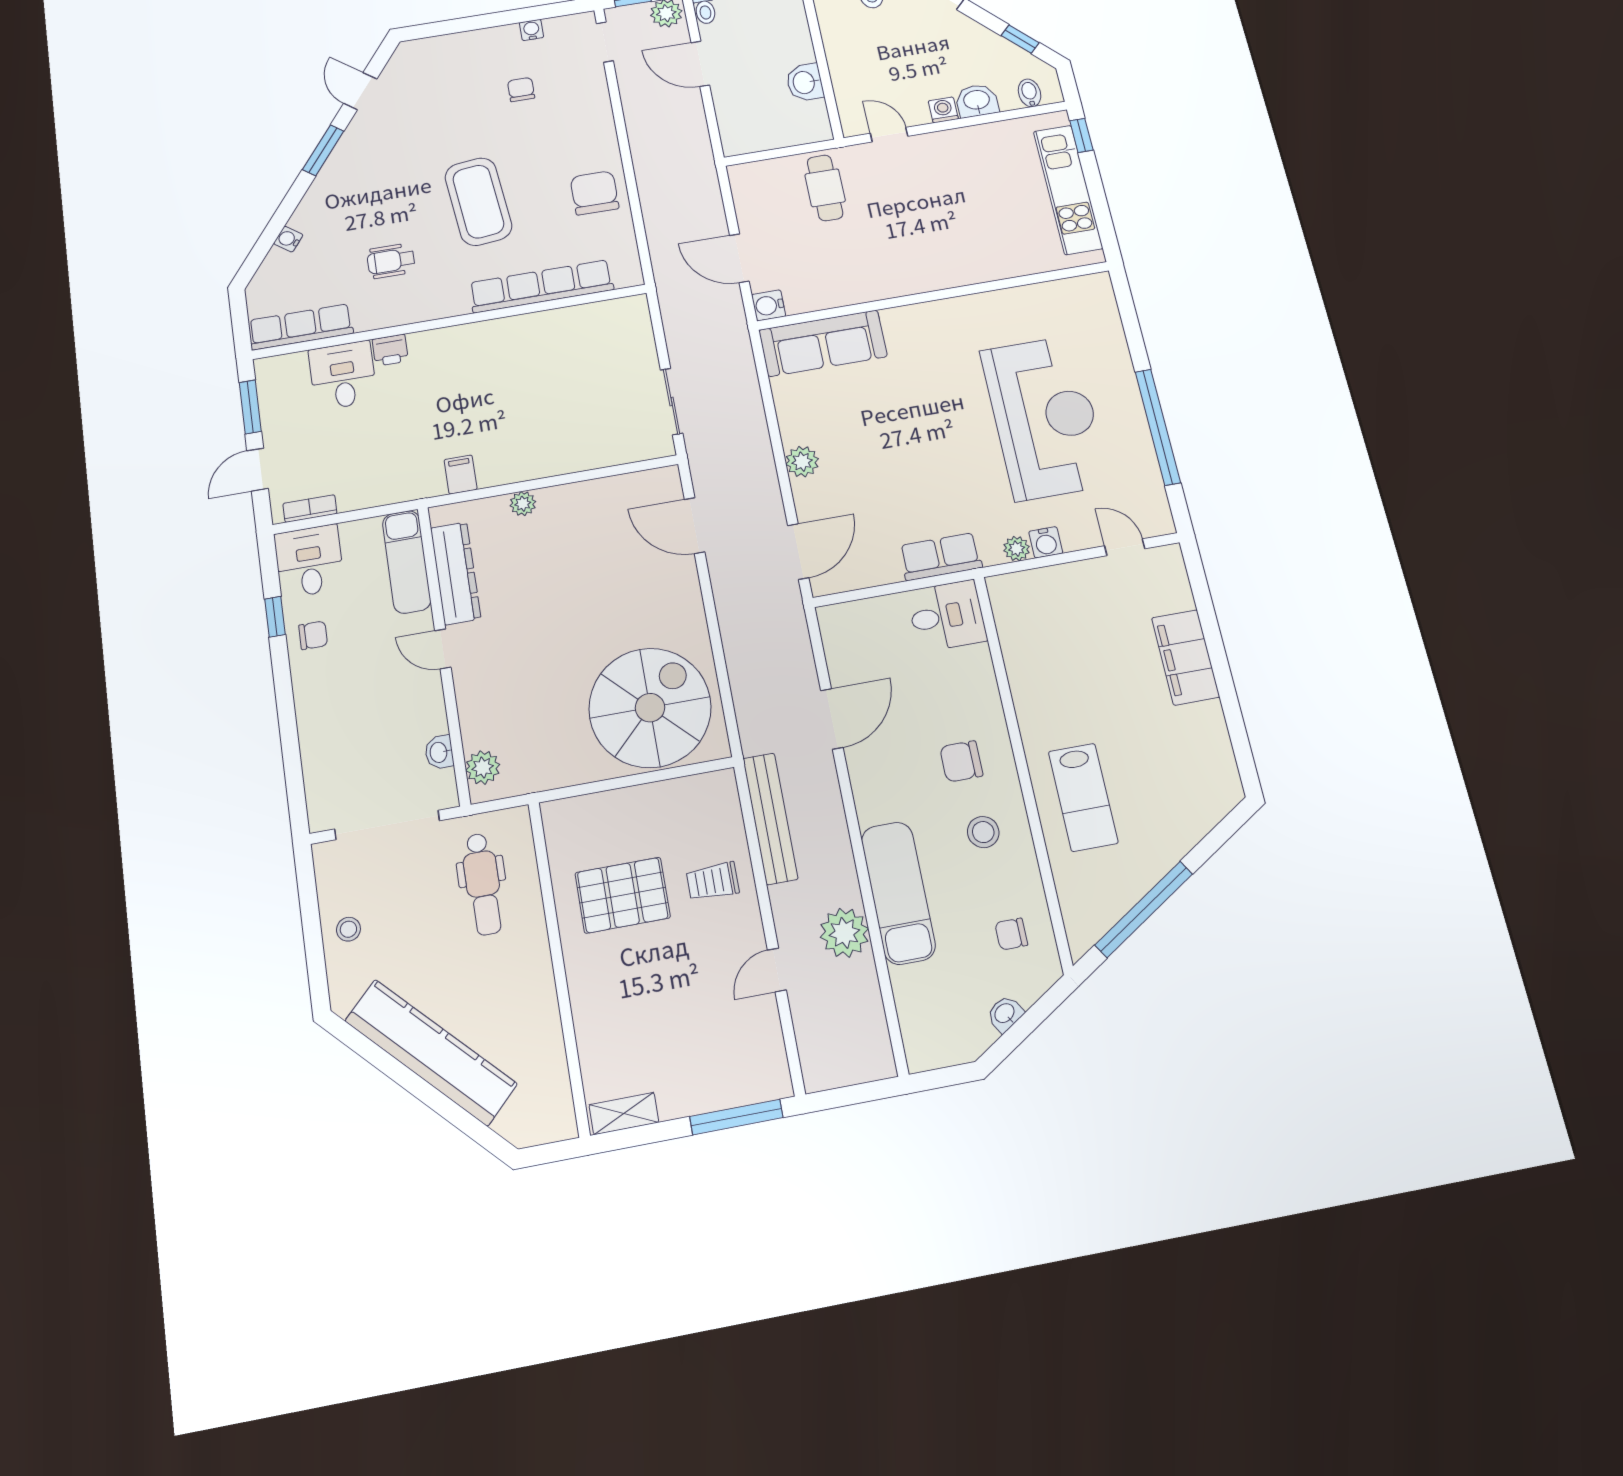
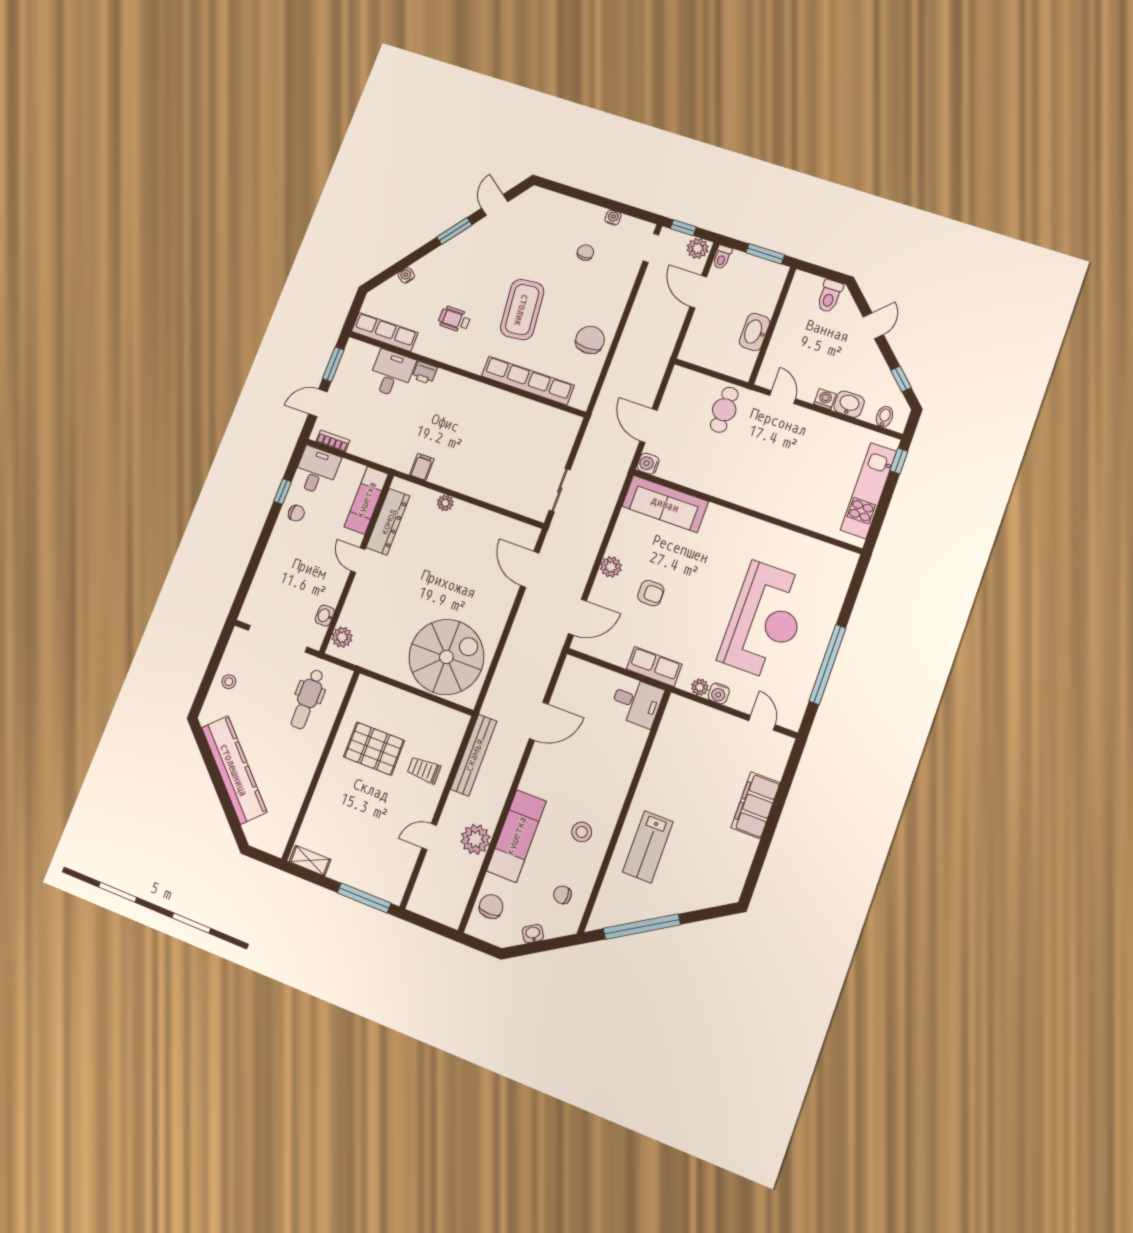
washbasin: (805, 82) -> (755, 332), width x1.38
armchair: (876, 465) -> (651, 593), added
chair: (961, 761) -> (491, 907), moved, turned 90

